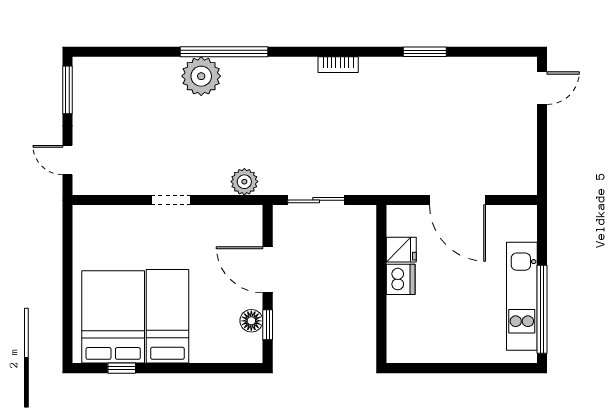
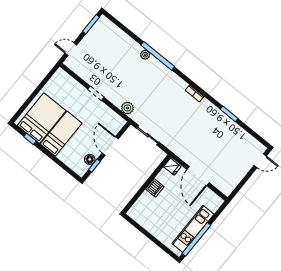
plant: (201, 76) -> (145, 55), width x0.53, depth x0.53
door: (67, 160) -> (71, 49), hinge flipped
fridge: (401, 250) -> (172, 167), moved

